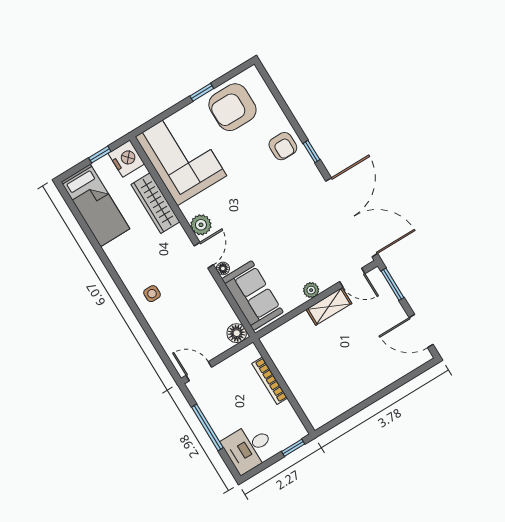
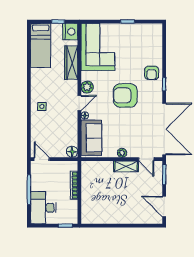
armchair: (232, 107) -> (125, 95), moved
desk: (249, 448) -> (43, 208), width x1.37

